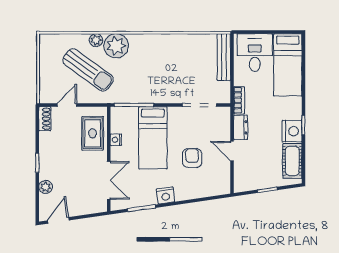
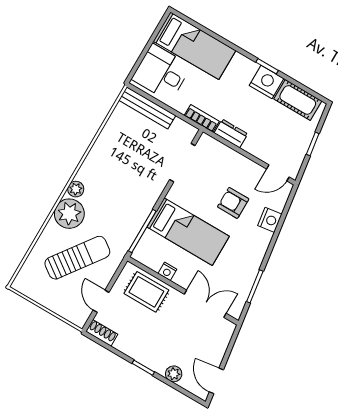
plant: (96, 40) -> (76, 189), moved
door: (232, 151) -> (278, 173), moved
nightstand: (166, 195) -> (270, 220), moved

